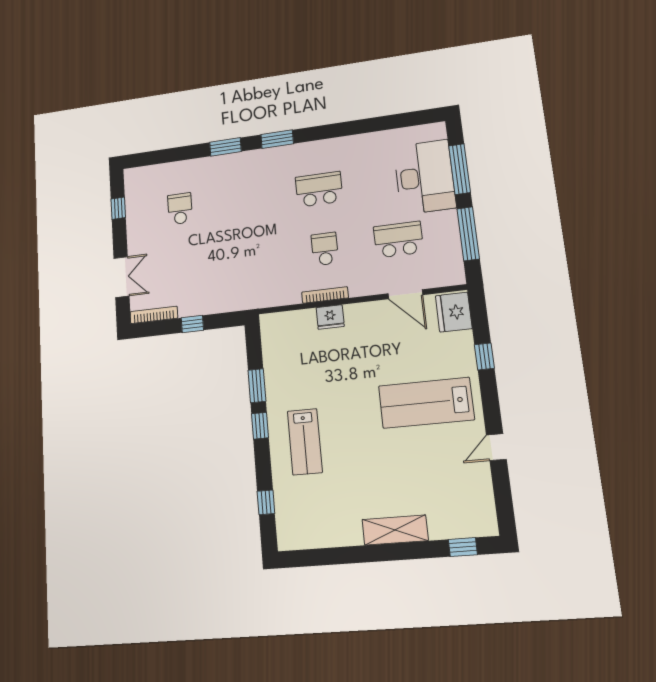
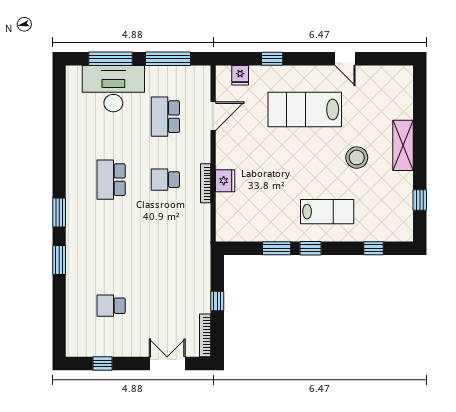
fridge: (454, 312) -> (240, 75), width x0.53, depth x0.75
lab bench: (426, 403) -> (305, 110), turned 90
stool: (374, 472) -> (357, 158), added
window: (463, 547) -> (420, 200), moved

